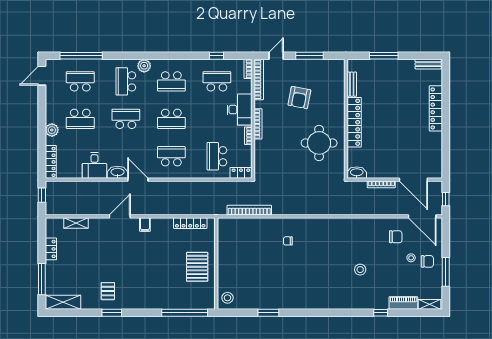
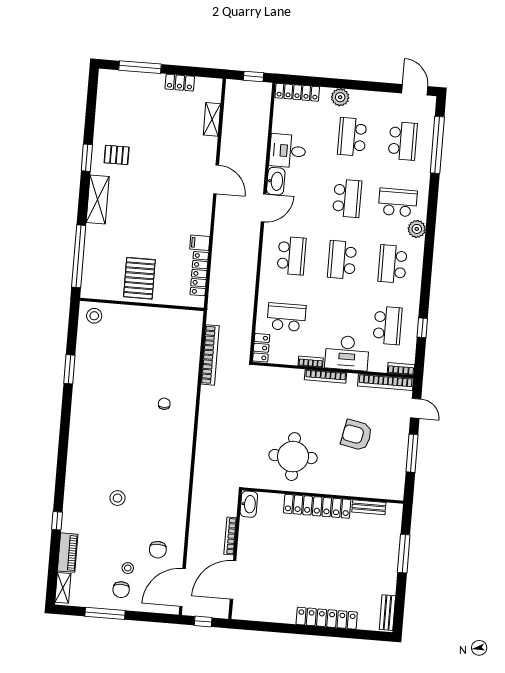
filing cabinet: (145, 224) -> (200, 243), moved
pallet: (197, 267) -> (139, 278), turned 90
shelving: (63, 302) -> (98, 200), moved

